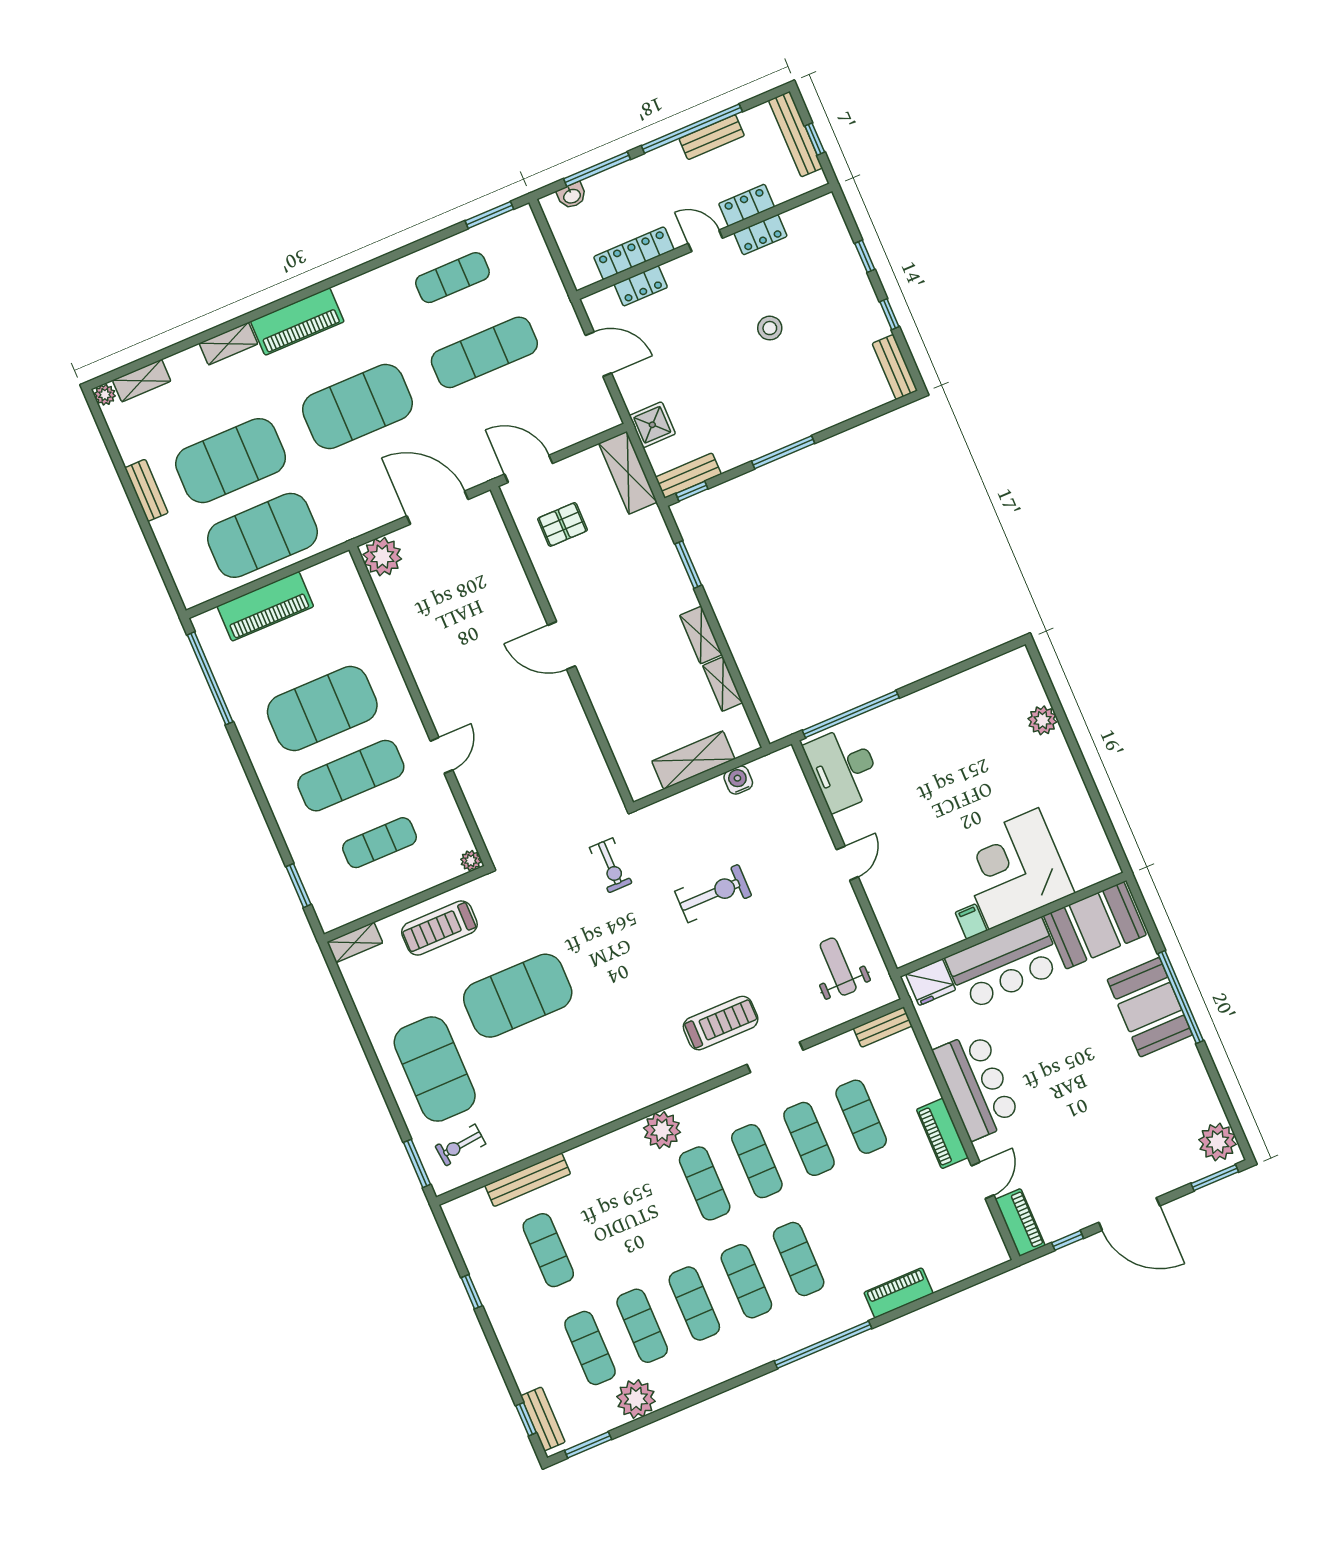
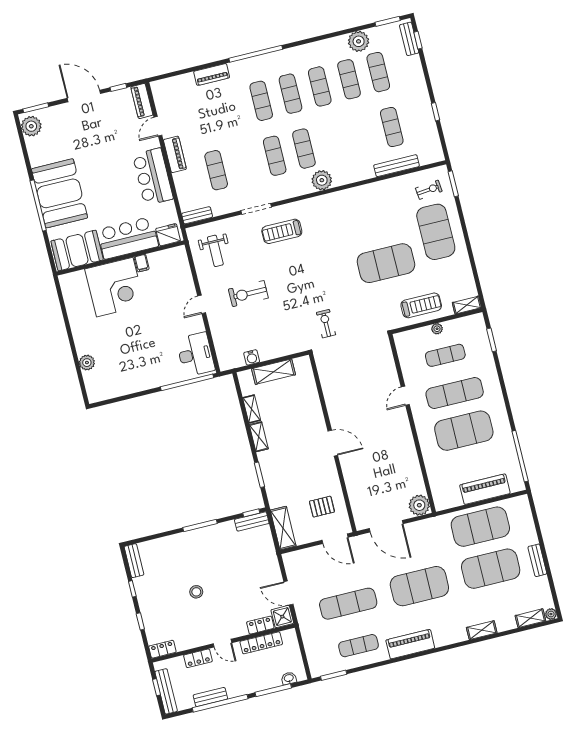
locker: (761, 235) -> (162, 649), moved
piano: (297, 322) -> (410, 644), moved
shower: (652, 425) -> (282, 617), moved
plant: (471, 861) -> (437, 329), moved
exercise bike: (713, 894) -> (248, 294), moved
booth: (1150, 1007) -> (60, 193), width x1.36, depth x1.42
exercise mat: (809, 1139) -> (245, 163), removed

